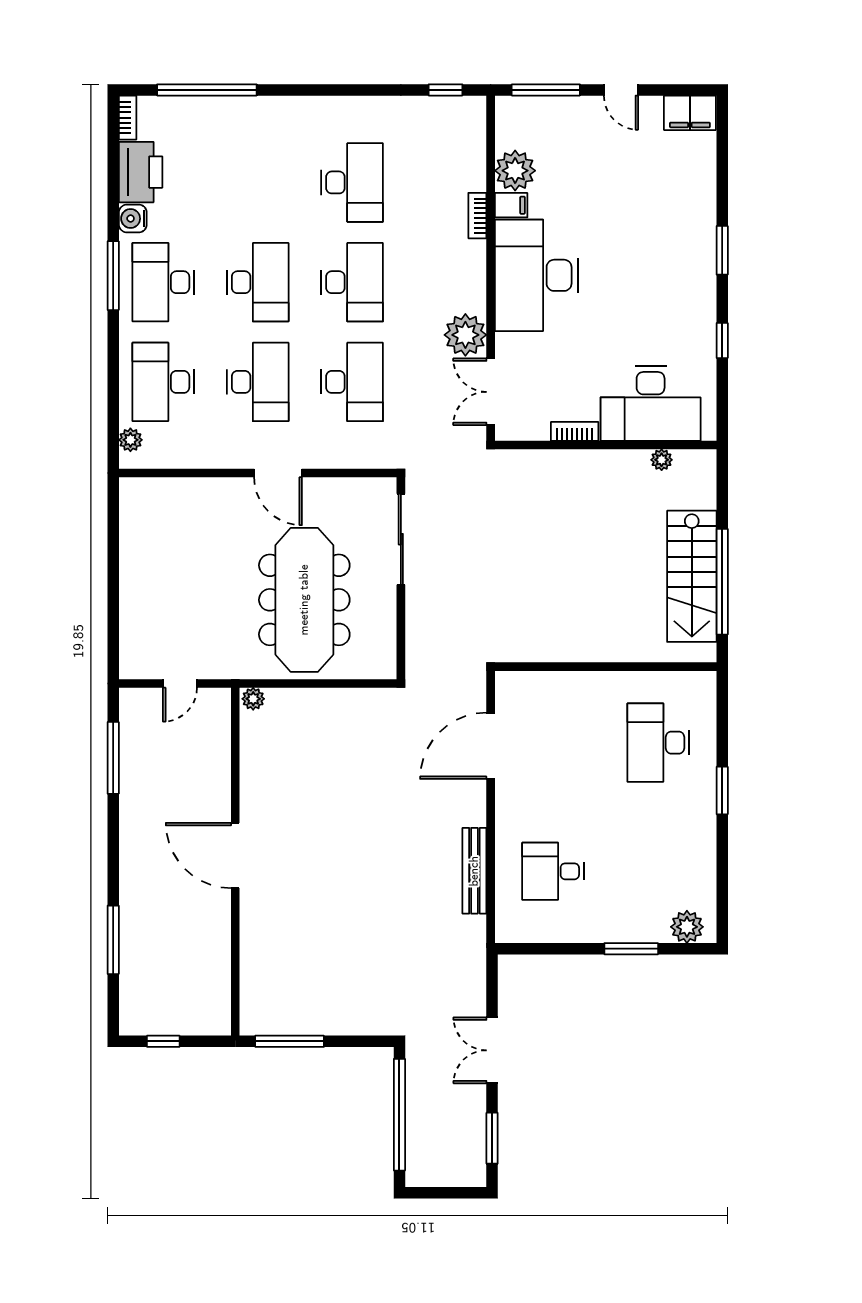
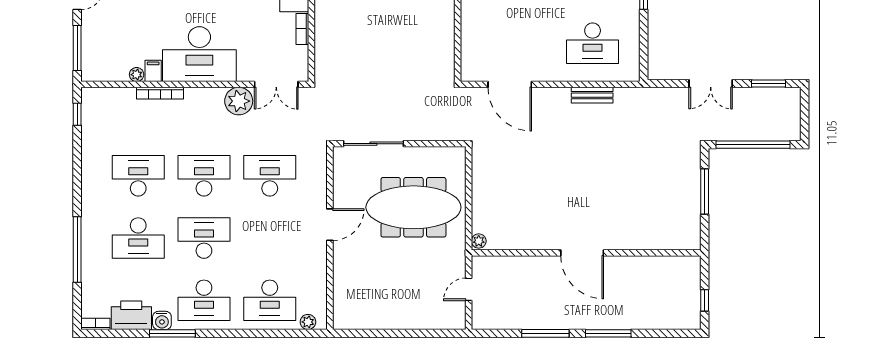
window: (207, 90) -> (77, 250), moved
plant: (515, 171) -> (137, 75), width x0.53, depth x0.53
bookcase: (477, 216) -> (160, 93), width x1.56
window: (113, 276) -> (172, 333), moved
desk: (258, 382) -> (138, 238), moved, turned 180
door: (180, 683) -> (469, 289), swing flipped
window: (113, 758) -> (545, 333), moved
door: (235, 855) -> (582, 253), hinge flipped
bench: (474, 871) -> (592, 95), width x0.73
desk: (553, 871) -> (593, 43), width x1.37
window: (113, 940) -> (608, 333), moved
window: (290, 1041) -> (705, 192), moved

